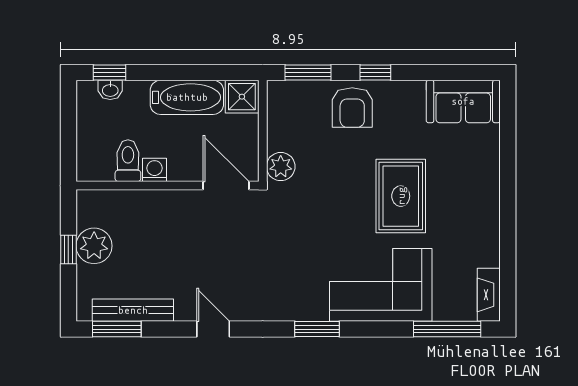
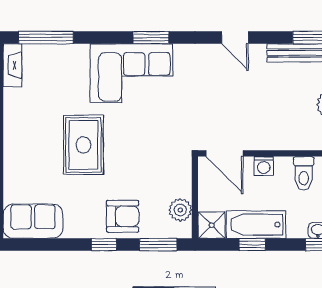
window: (192, 73) -> (252, 245), added
armchair: (352, 108) -> (123, 216), turned 90
plant: (281, 167) -> (180, 210), moved
washing machine: (155, 170) -> (264, 166), moved
corner sofa: (381, 285) -> (131, 73), moved

